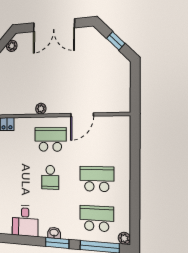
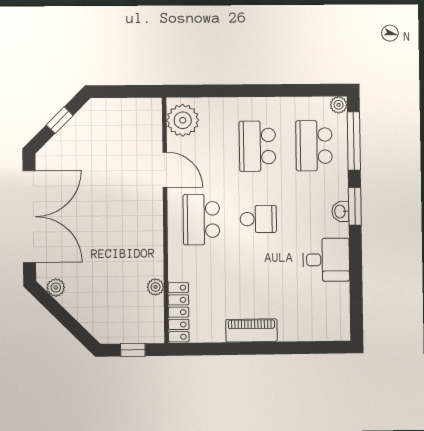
double door: (54, 25) -> (29, 217), width x1.36
plant: (41, 109) -> (155, 287), moved
plant: (115, 127) -> (183, 120), added

